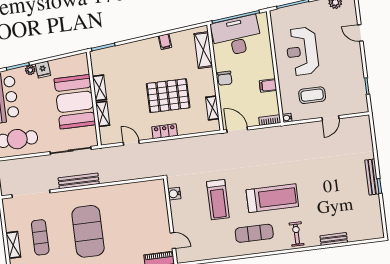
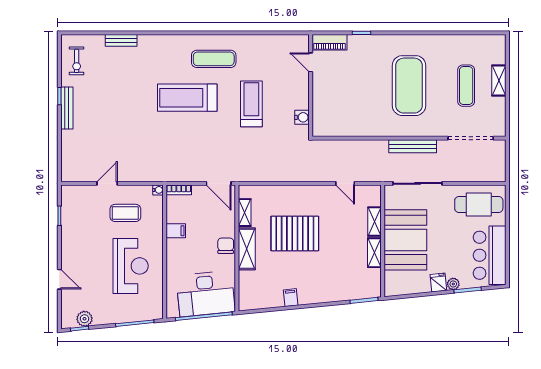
shelving: (203, 50) -> (247, 249), moved
locker: (165, 131) -> (304, 192), removed
exercise bike: (296, 234) -> (77, 61), moved

